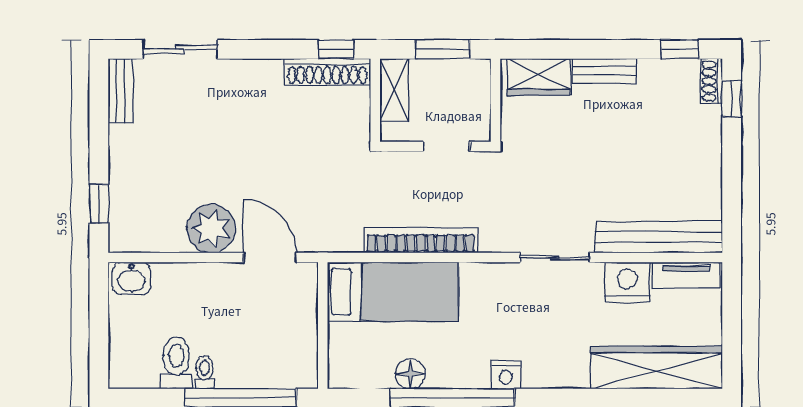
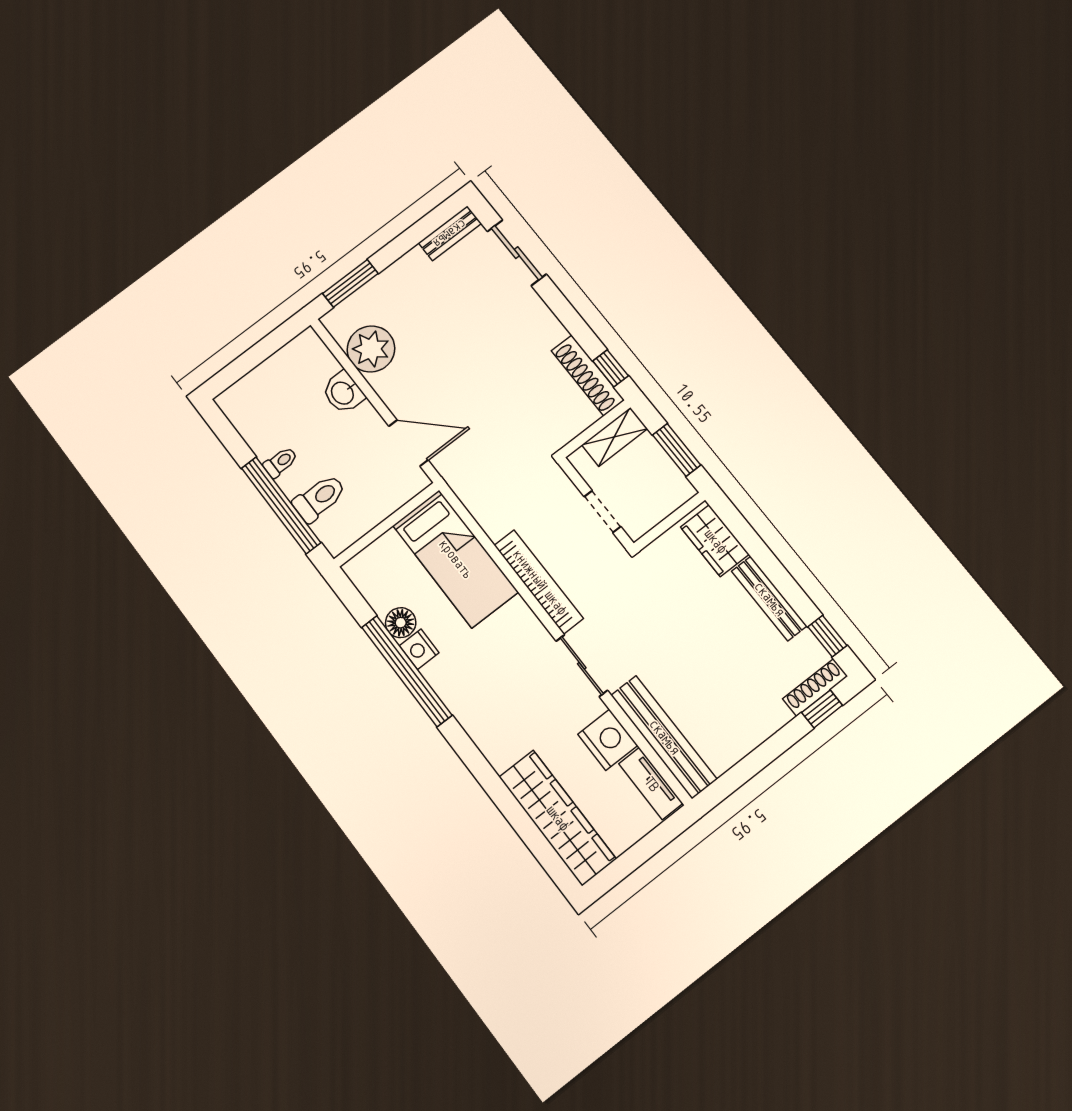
bench: (604, 71) -> (769, 599), width x1.36
shoe rack: (711, 81) -> (815, 688), width x1.43
window: (99, 204) -> (350, 283), width x1.50
plant: (211, 229) -> (371, 349), moved
bookcase: (421, 240) -> (539, 582), moved
door: (270, 258) -> (409, 443), hinge flipped
washbasin: (131, 279) -> (343, 393), moved
toilet: (176, 363) -> (319, 498), moved
nightstand: (506, 375) -> (419, 649), moved

